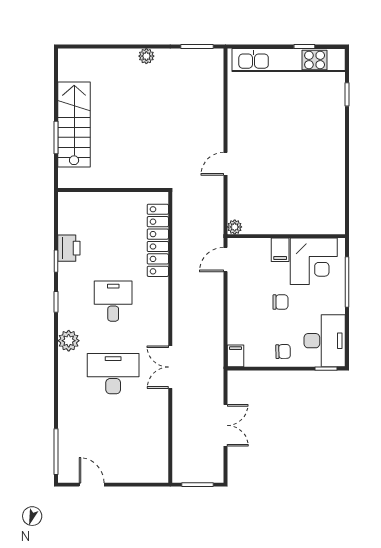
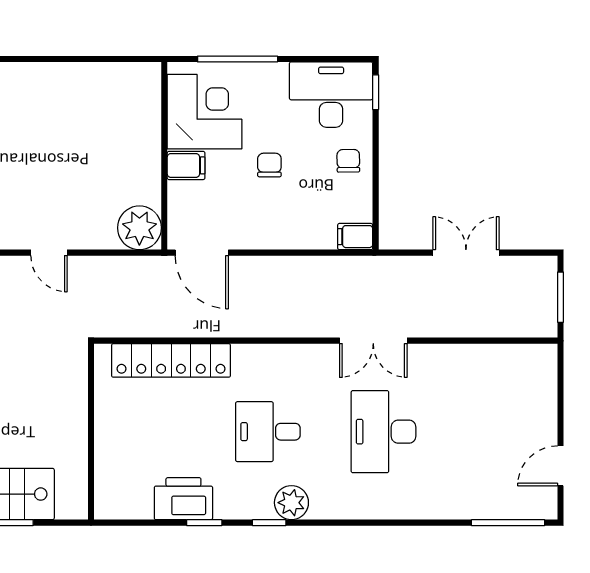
plant: (235, 227) -> (139, 228), width x1.88, depth x1.88
printer: (69, 248) -> (183, 499), width x1.37, depth x1.19
door: (225, 260) -> (202, 253), width x1.38
plant: (69, 341) -> (291, 503), moved

